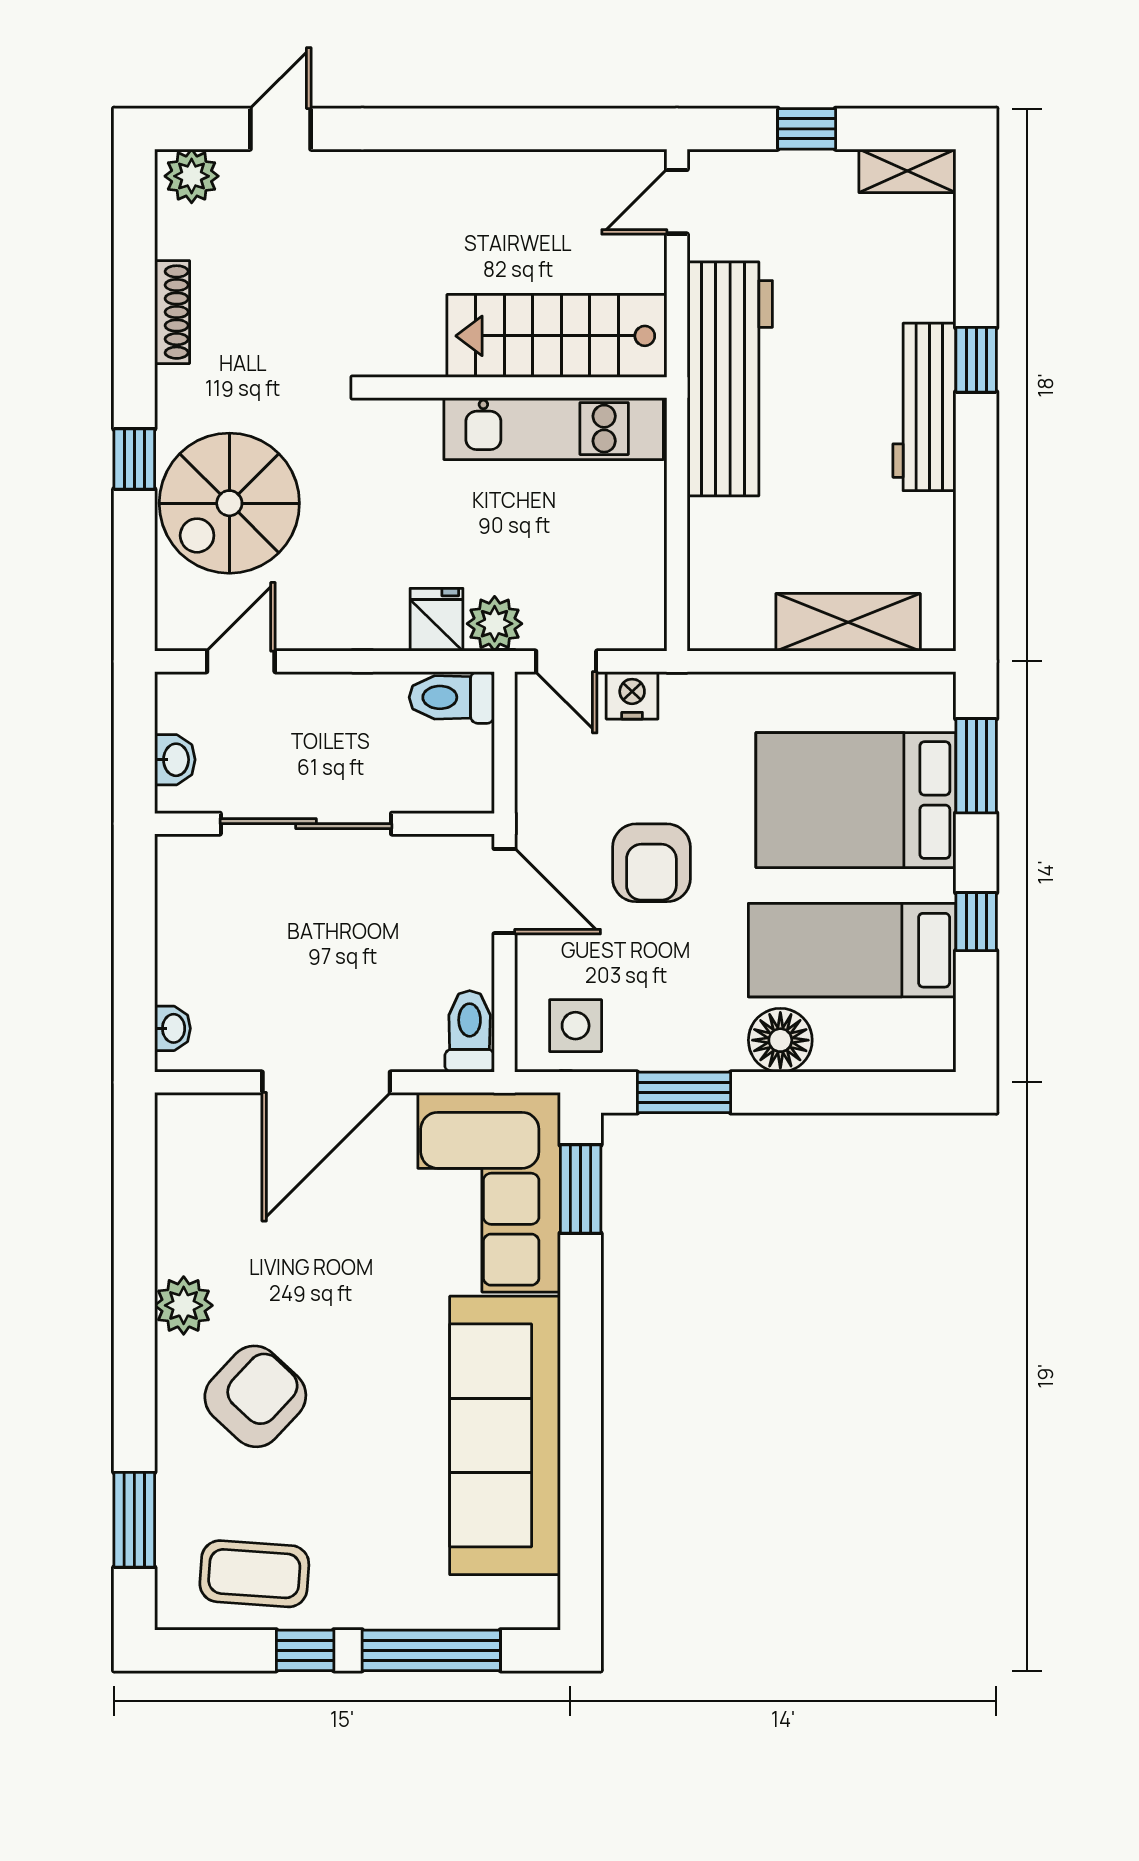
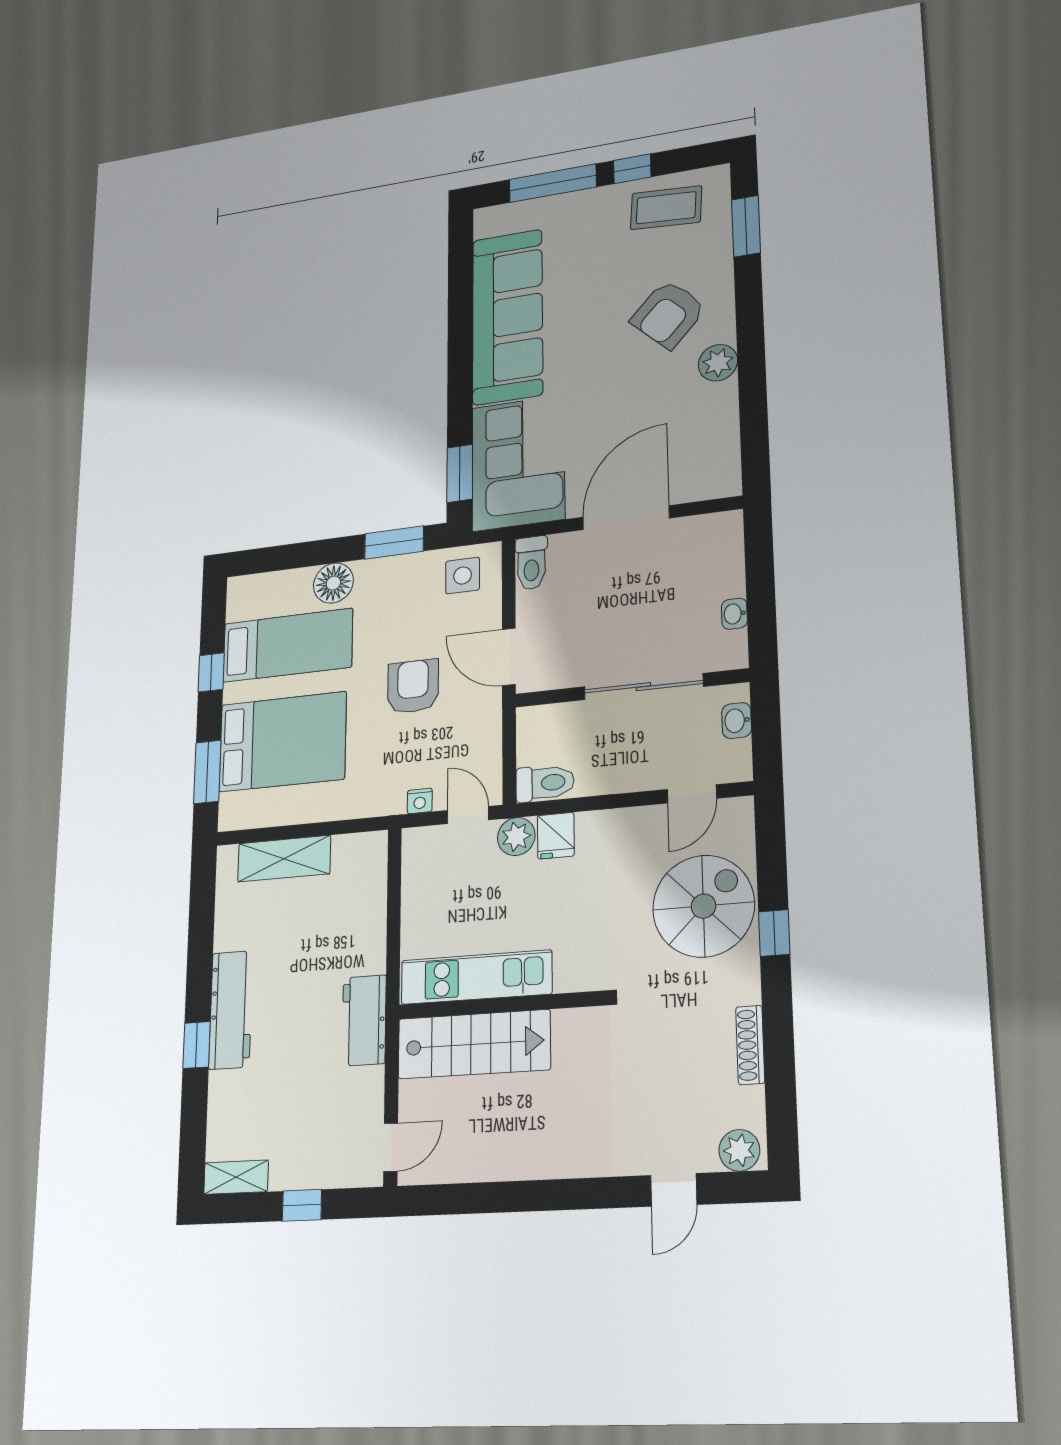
workbench: (730, 379) -> (364, 1020), width x0.53, depth x0.76
nightstand: (632, 695) -> (420, 801), width x0.72, depth x0.74
washbasin: (173, 1028) -> (734, 614), moved

